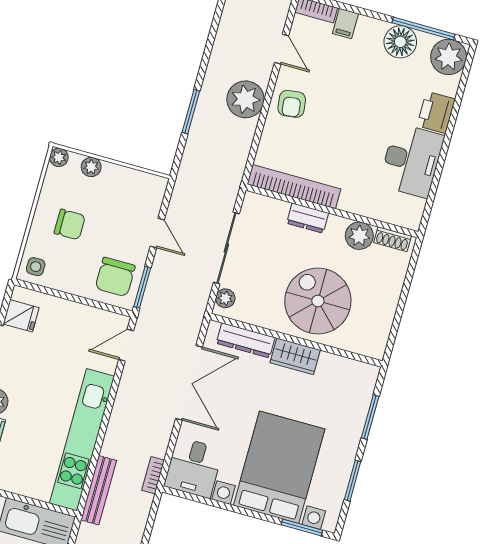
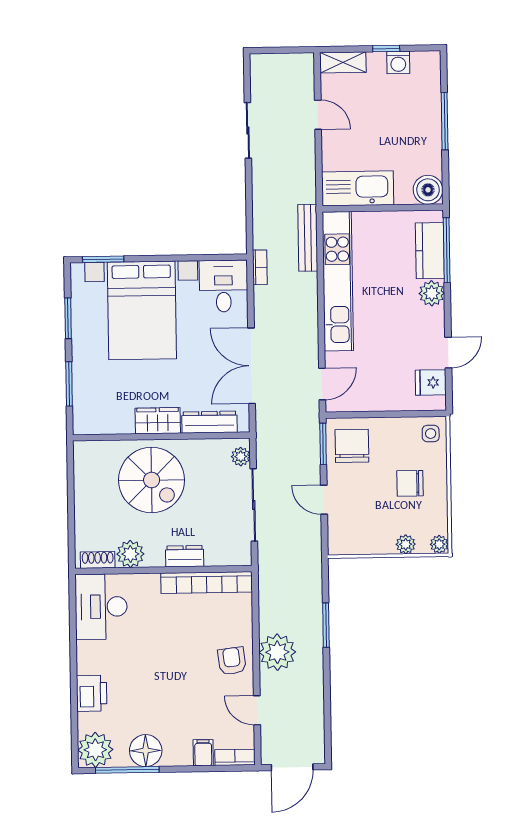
desk: (411, 160) -> (101, 607), moved

